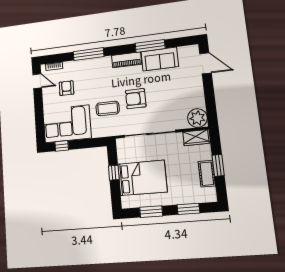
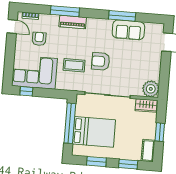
piano: (127, 60) -> (73, 22), moved
window: (114, 173) -> (70, 123), width x3.17
cot: (207, 174) -> (148, 151), moved

